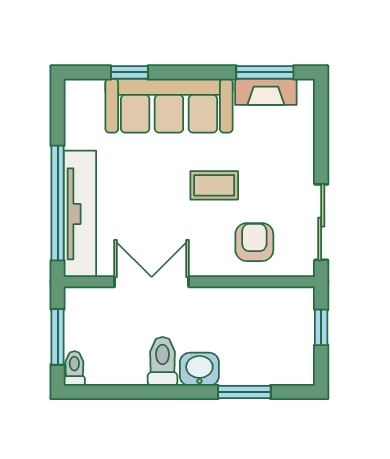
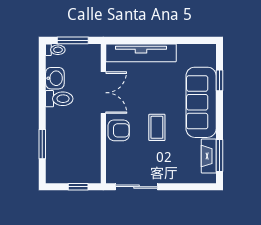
window: (58, 203) -> (147, 40), removed
armchair: (254, 242) -> (119, 130), moved
washbasin: (199, 369) -> (55, 78), moved

